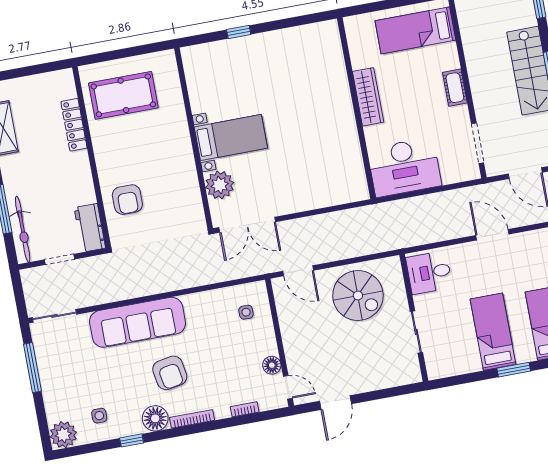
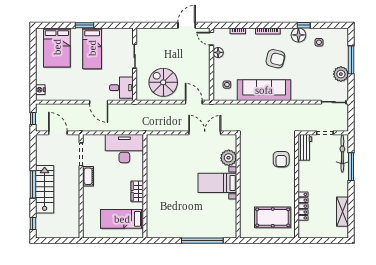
bed: (415, 30) -> (122, 219), moved, turned 180
window: (239, 32) -> (202, 241), width x3.17
cot: (455, 88) -> (88, 176), moved
wardrobe: (368, 97) -> (137, 191), width x0.67
armchair: (127, 200) -> (281, 159), turned 180
double door: (247, 225) -> (205, 133), moved
door: (492, 235) -> (99, 102), moved
sofa: (138, 322) -> (264, 90), moved
window: (32, 368) -> (351, 60), moved
armchair: (170, 373) -> (275, 59), turned 114
floor lamp: (155, 418) -> (298, 35), moved
plant: (63, 435) -> (341, 74), moved

